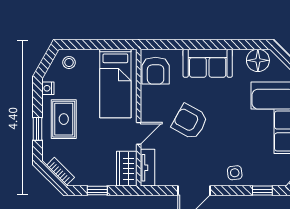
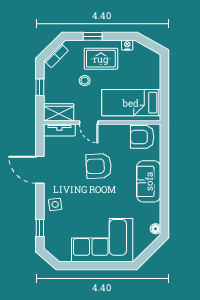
floor lamp: (258, 60) -> (155, 229), width x0.53, depth x0.53
stool: (69, 63) -> (85, 81), moved
armchair: (190, 122) -> (99, 166), turned -122

